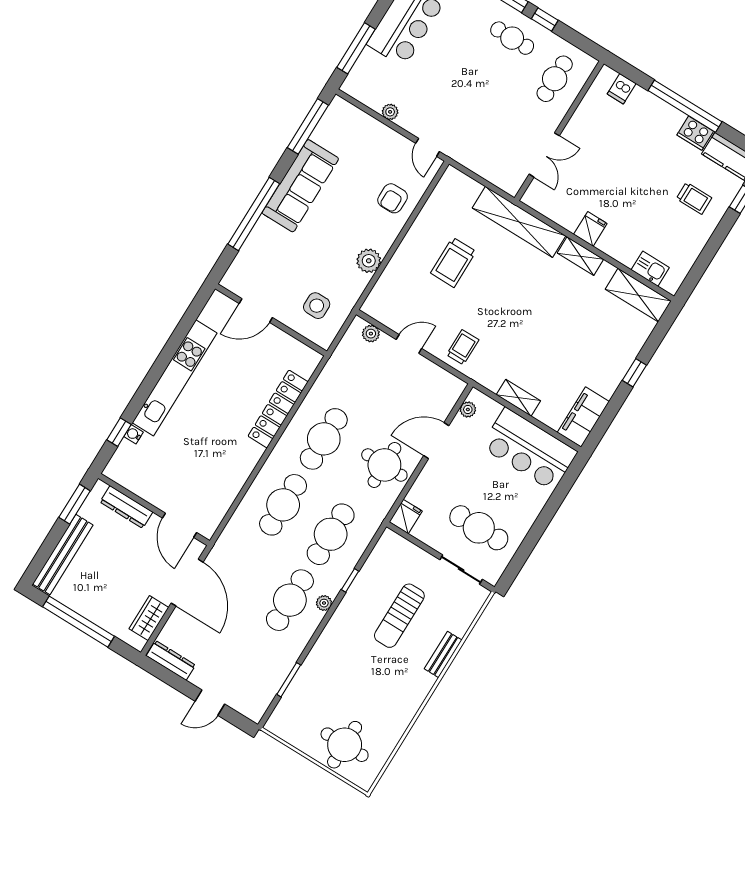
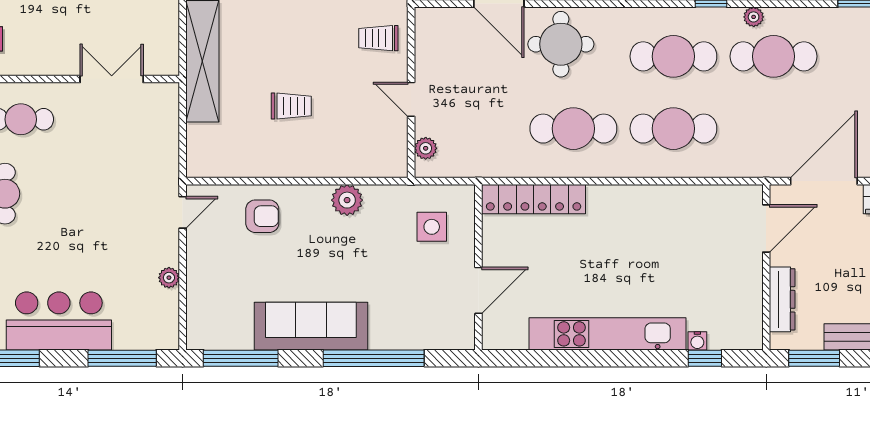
trolley: (453, 262) -> (291, 106), width x0.73, depth x0.72
door: (256, 311) -> (478, 290), hinge flipped
locker: (278, 409) -> (534, 199), moved

